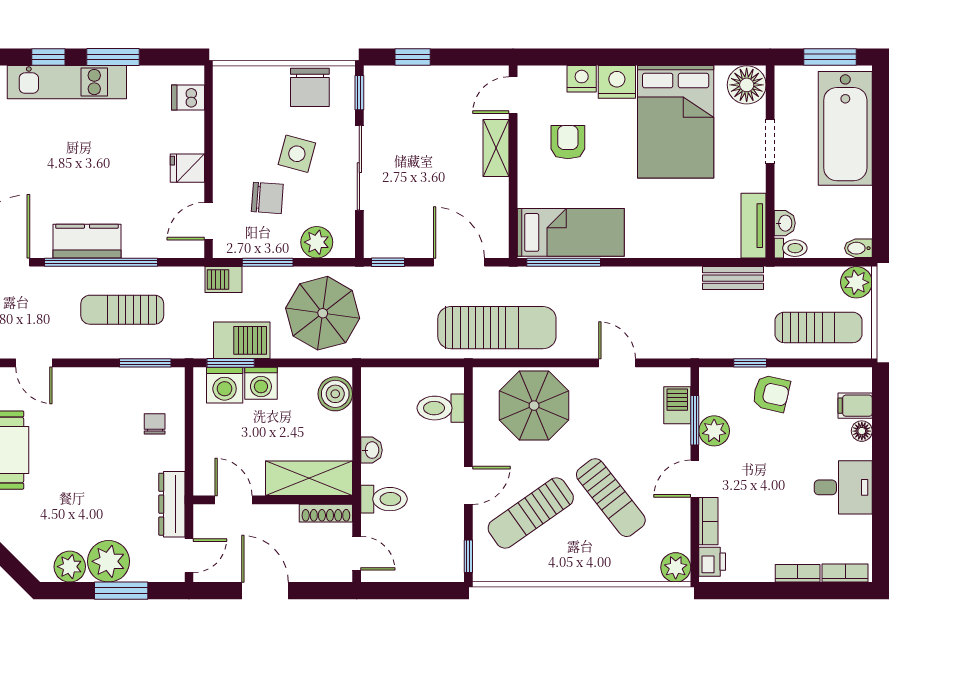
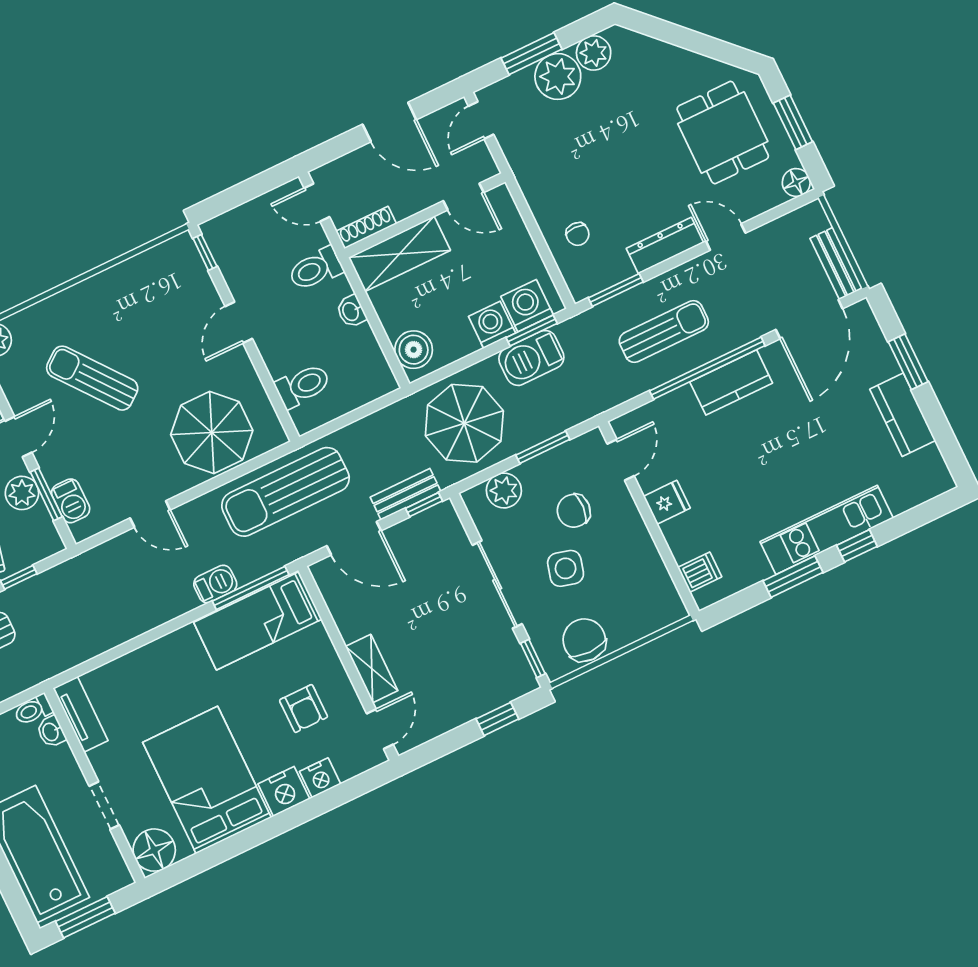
bench: (733, 278) -> (406, 494), moved
barbecue: (223, 280) -> (215, 584), moved
dresser: (172, 504) -> (665, 246), moved, turned -90
sun lounger: (531, 513) -> (164, 325), removed

